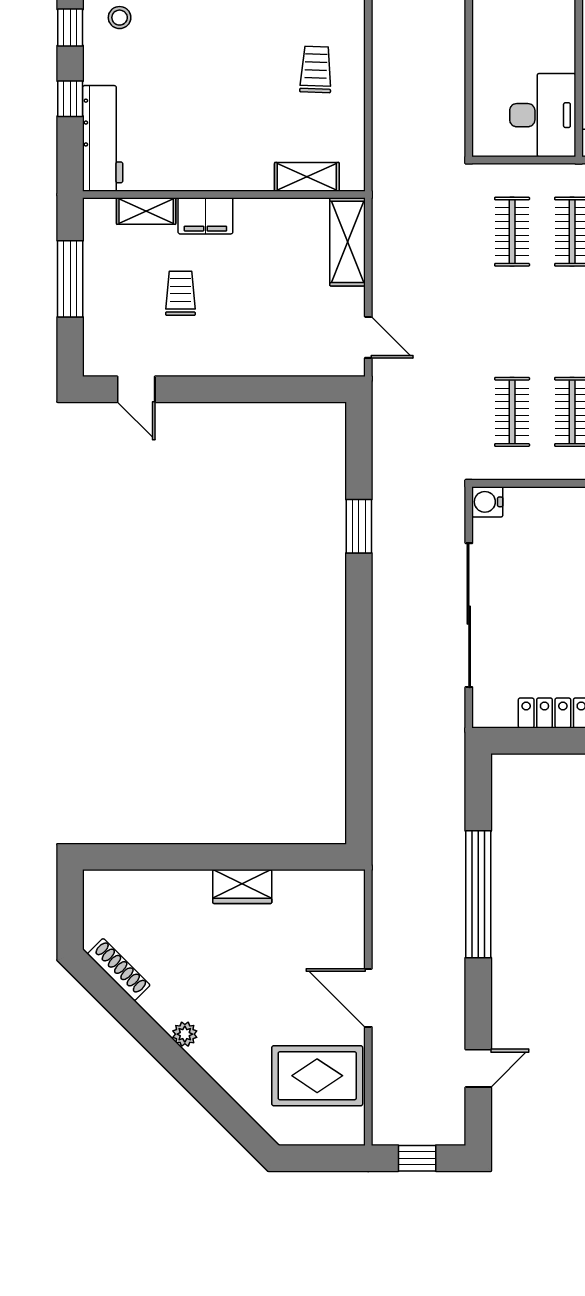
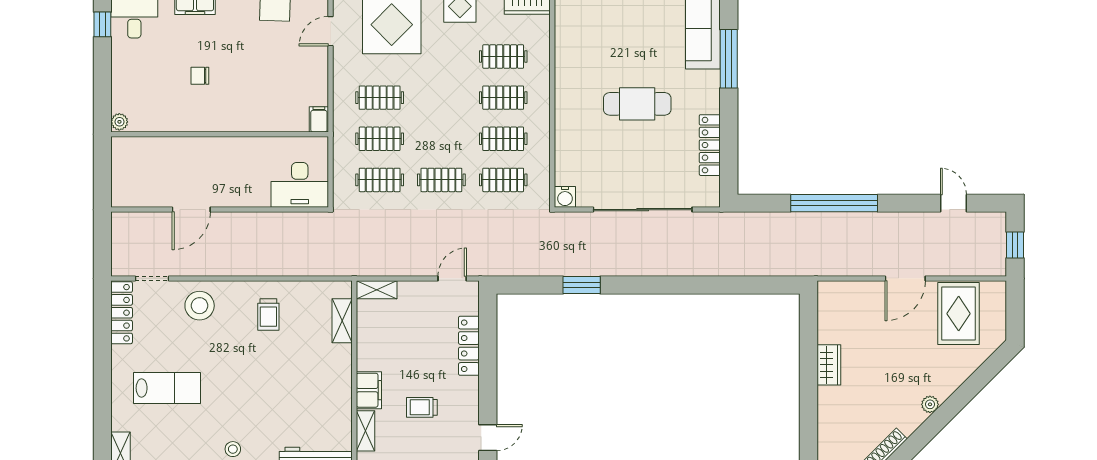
trolley: (316, 69) -> (268, 314), turned -92
desk: (543, 115) -> (300, 185), moved, turned 180
shelving: (348, 242) -> (377, 290), width x0.67, depth x0.75
clothes rail: (512, 322) -> (441, 180), added
locker: (270, 362) -> (469, 346), added

